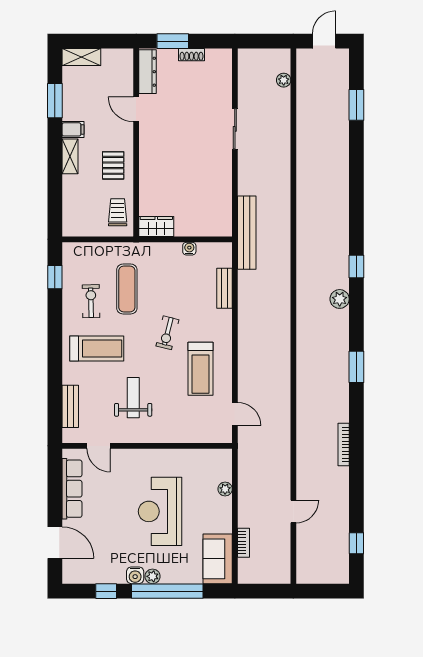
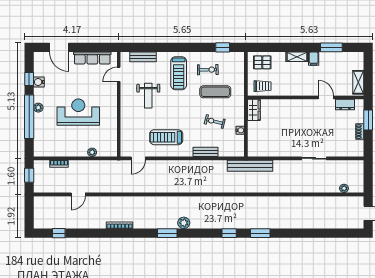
shelving: (81, 57) -> (358, 82), moved
dresser: (148, 72) -> (345, 105), width x0.70
window: (356, 105) -> (260, 233), moved
door: (136, 109) -> (326, 98), hinge flipped
pallet: (113, 165) -> (262, 62), moved
bench: (224, 288) -> (205, 152), moved
plant: (340, 299) -> (184, 223), moved
exercise bike: (167, 333) -> (215, 122), moved
weight bench: (133, 398) -> (148, 96), turned 90
door: (293, 512) -> (78, 194), hinge flipped
door: (55, 543) -> (59, 47), hinge flipped
sofa: (218, 559) -> (49, 148), removed
water cooler: (135, 575) -> (39, 82), moved
window: (262, 591) -> (29, 175), added

